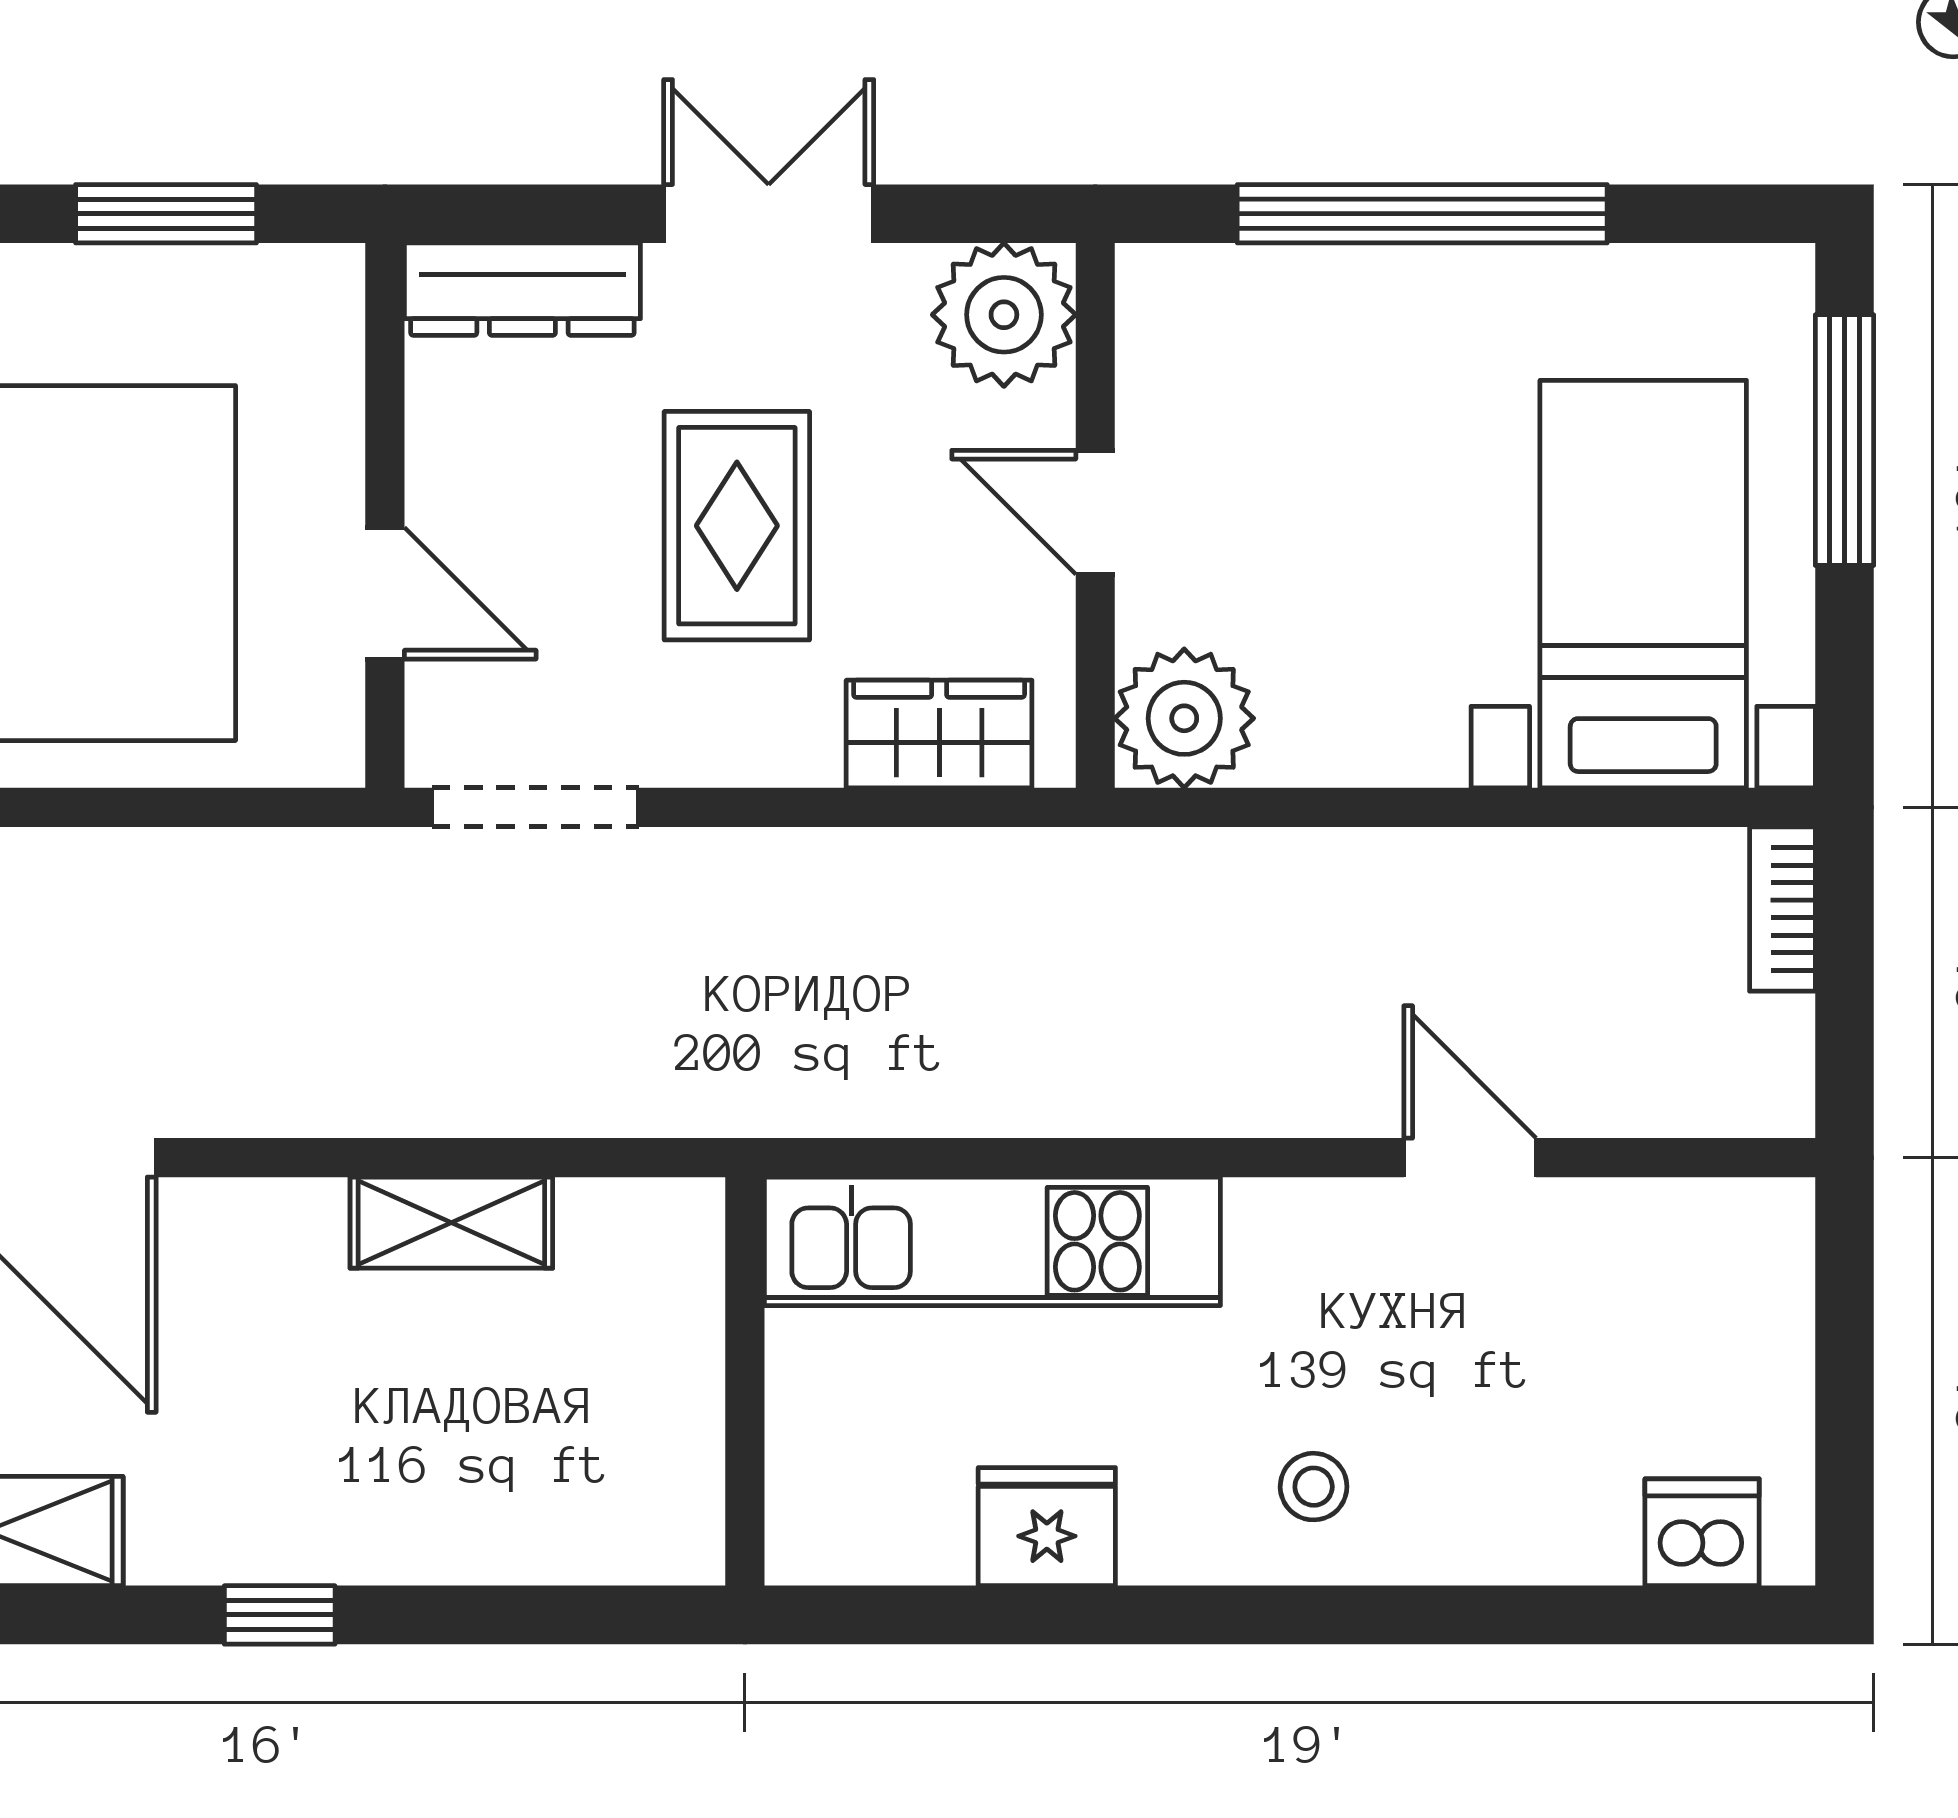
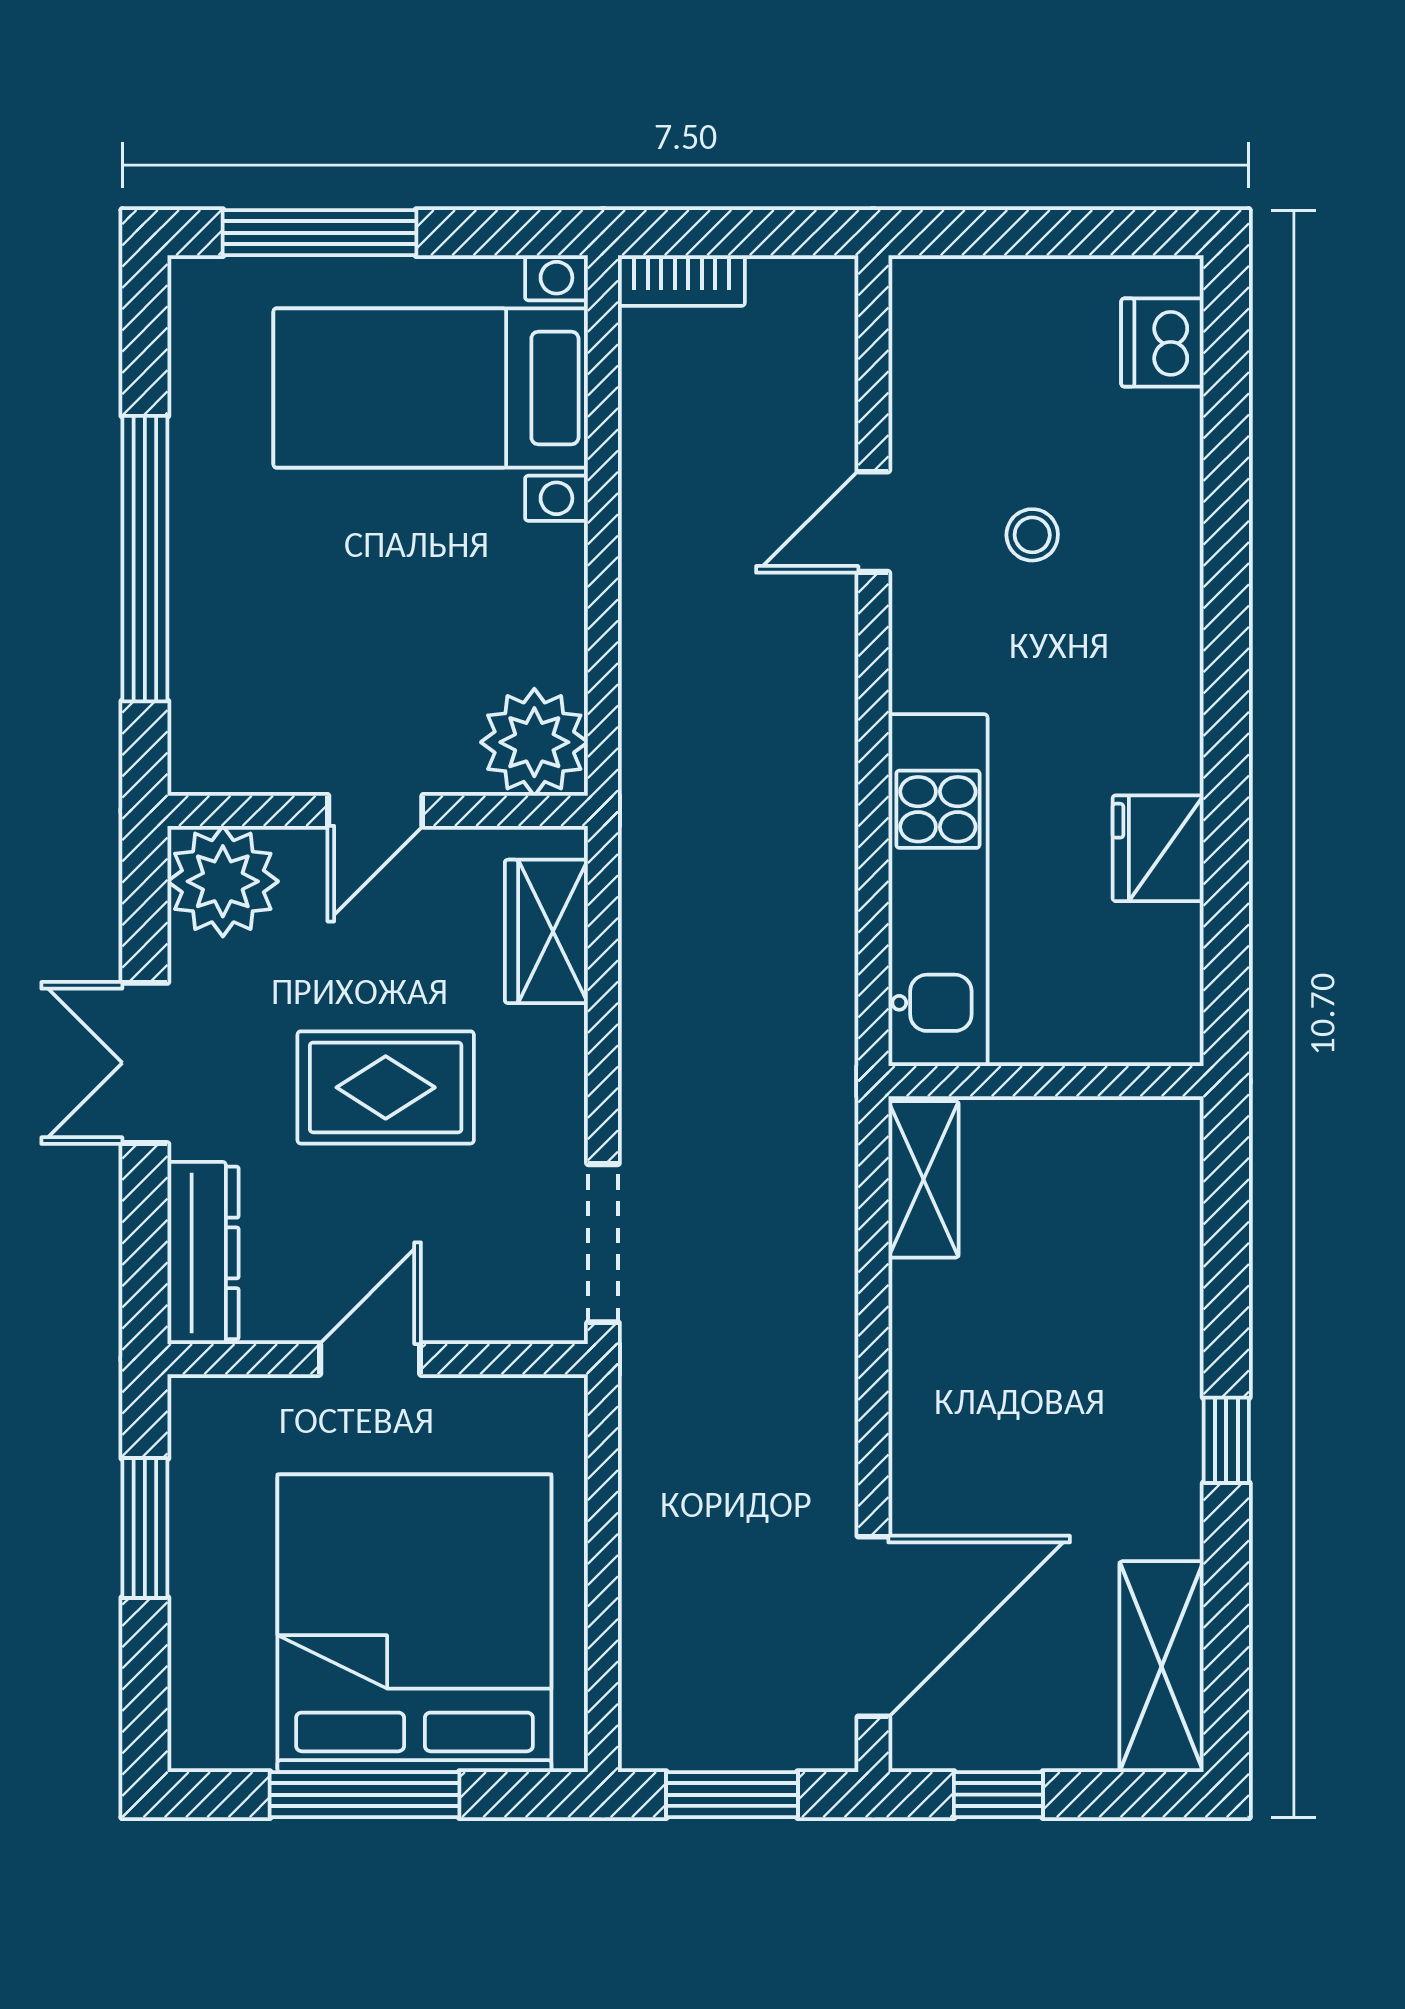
door: (385, 593) -> (370, 1359), moved
shelving: (451, 1223) -> (924, 1179), moved
stool: (1314, 1487) -> (1032, 535), moved

